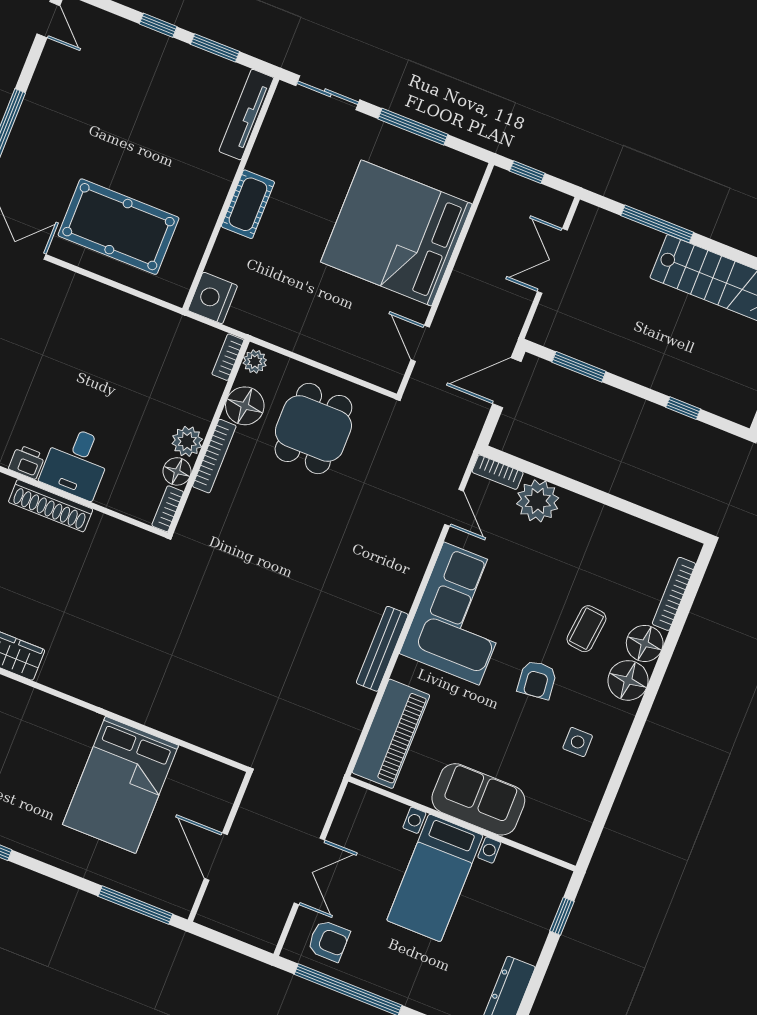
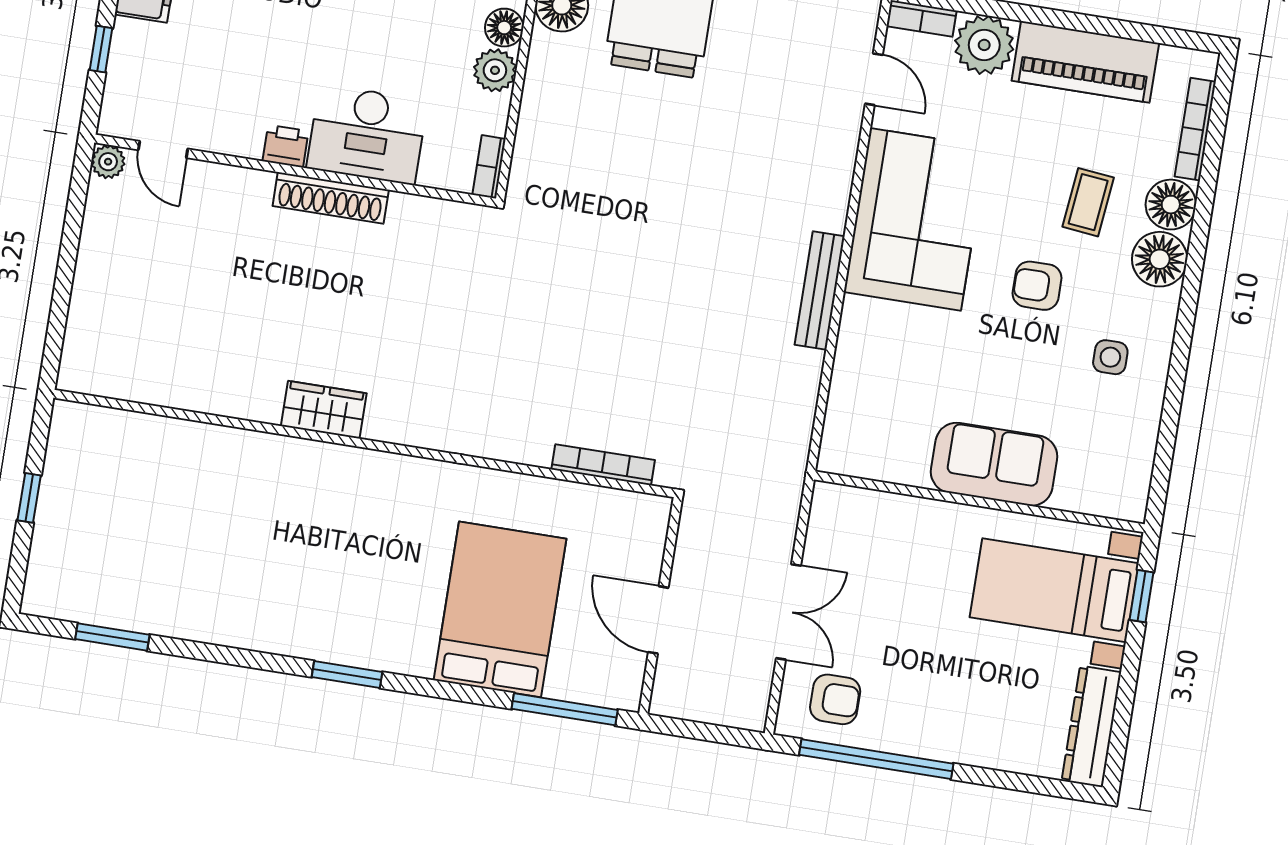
bookcase: (214, 456) -> (603, 465), moved, turned -90
desk: (76, 462) -> (367, 134), width x1.37
floor lamp: (177, 471) -> (504, 28), moved
armchair: (537, 680) -> (1037, 286), turned 96
piano: (391, 734) -> (1085, 62), moved, turned 90
bed: (121, 785) -> (500, 609), moved, turned 180
bed with nightstands: (435, 878) -> (1054, 590), moved, turned 90

